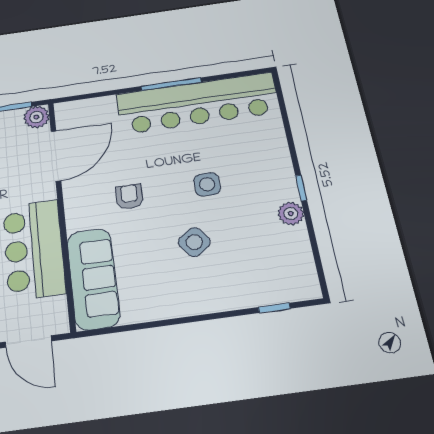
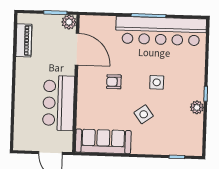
door: (56, 156) -> (77, 49), hinge flipped
armchair: (129, 197) -> (114, 82), turned -90
sofa: (93, 279) -> (103, 141), moved, turned -90

